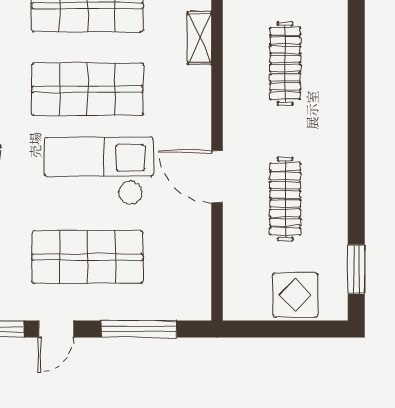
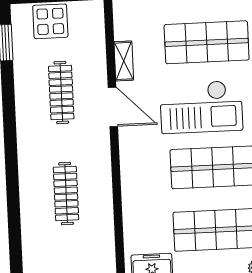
shelving: (200, 38) -> (124, 61), moved

